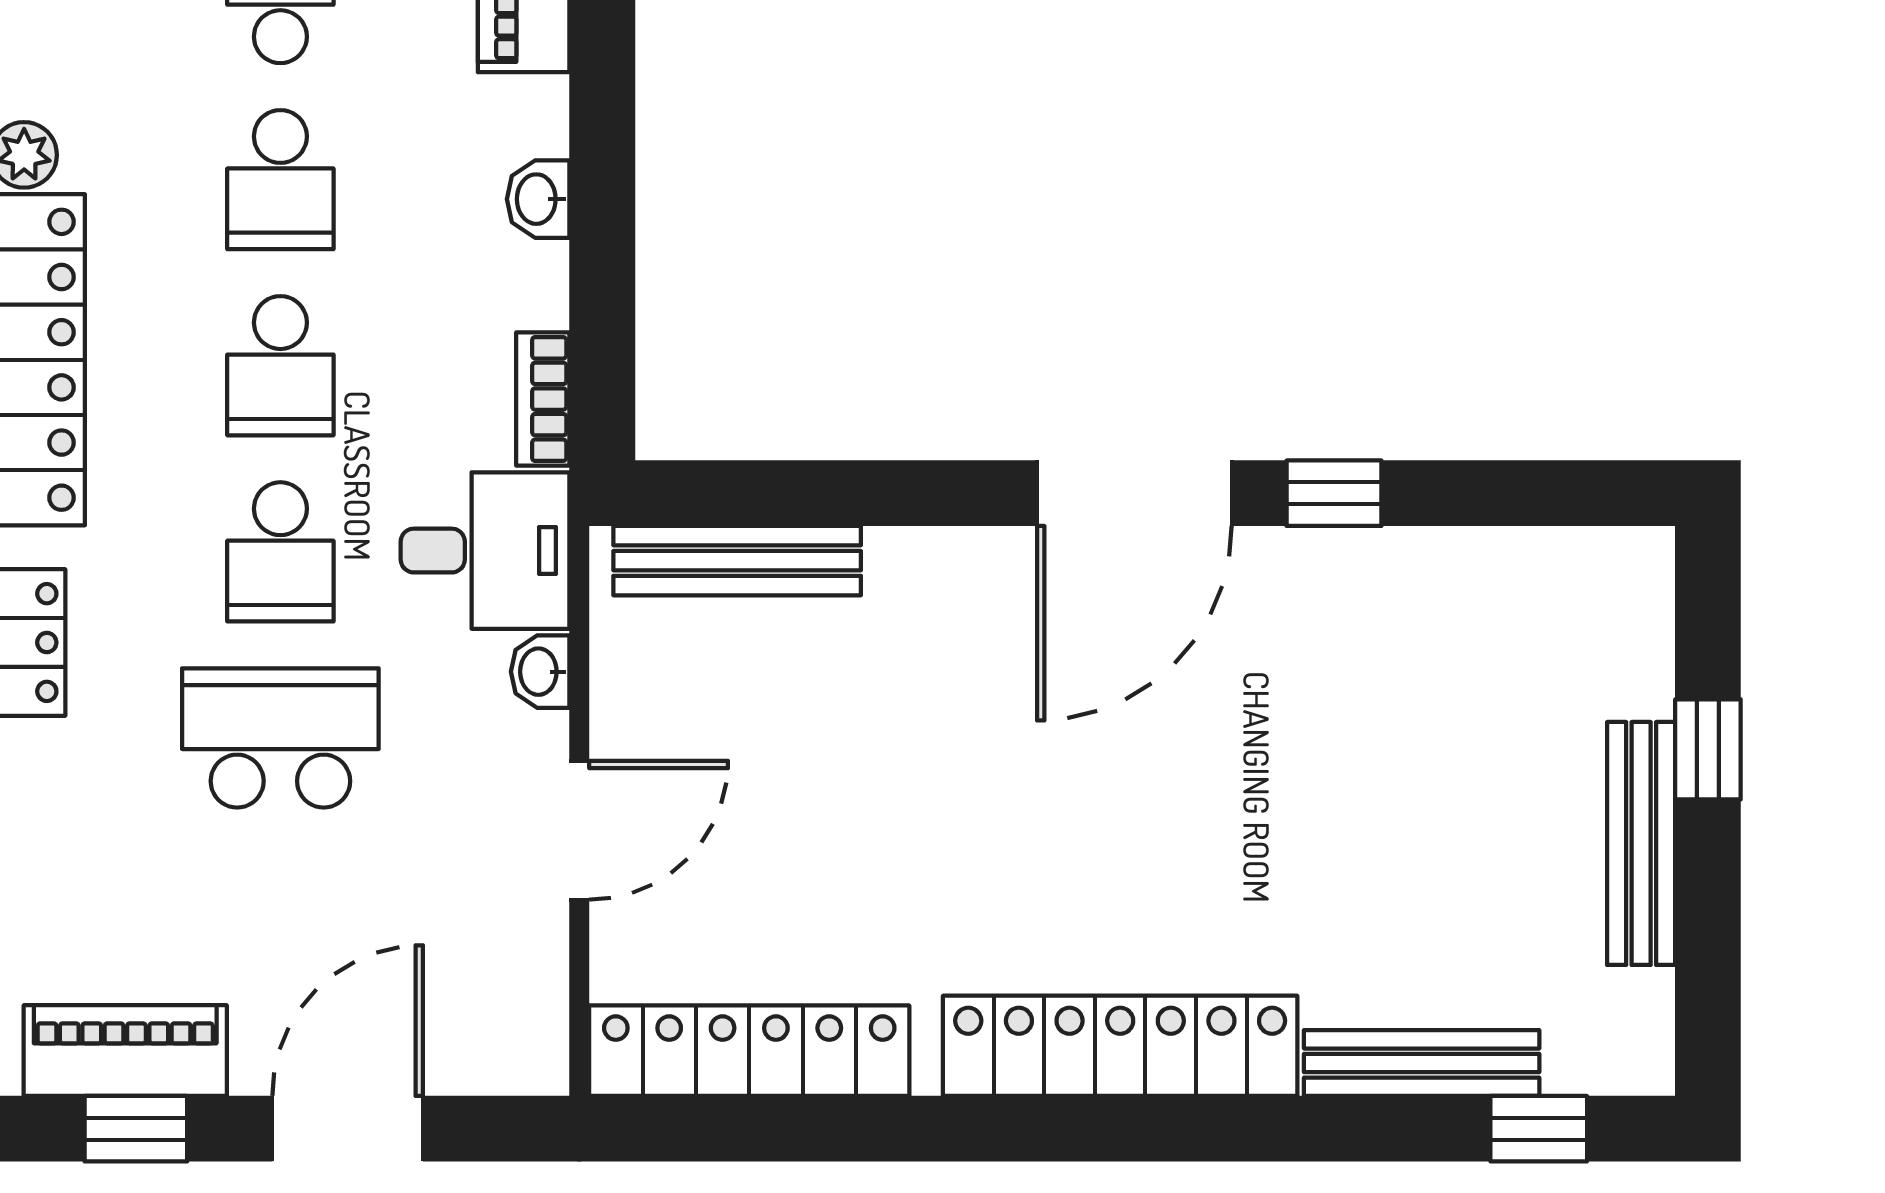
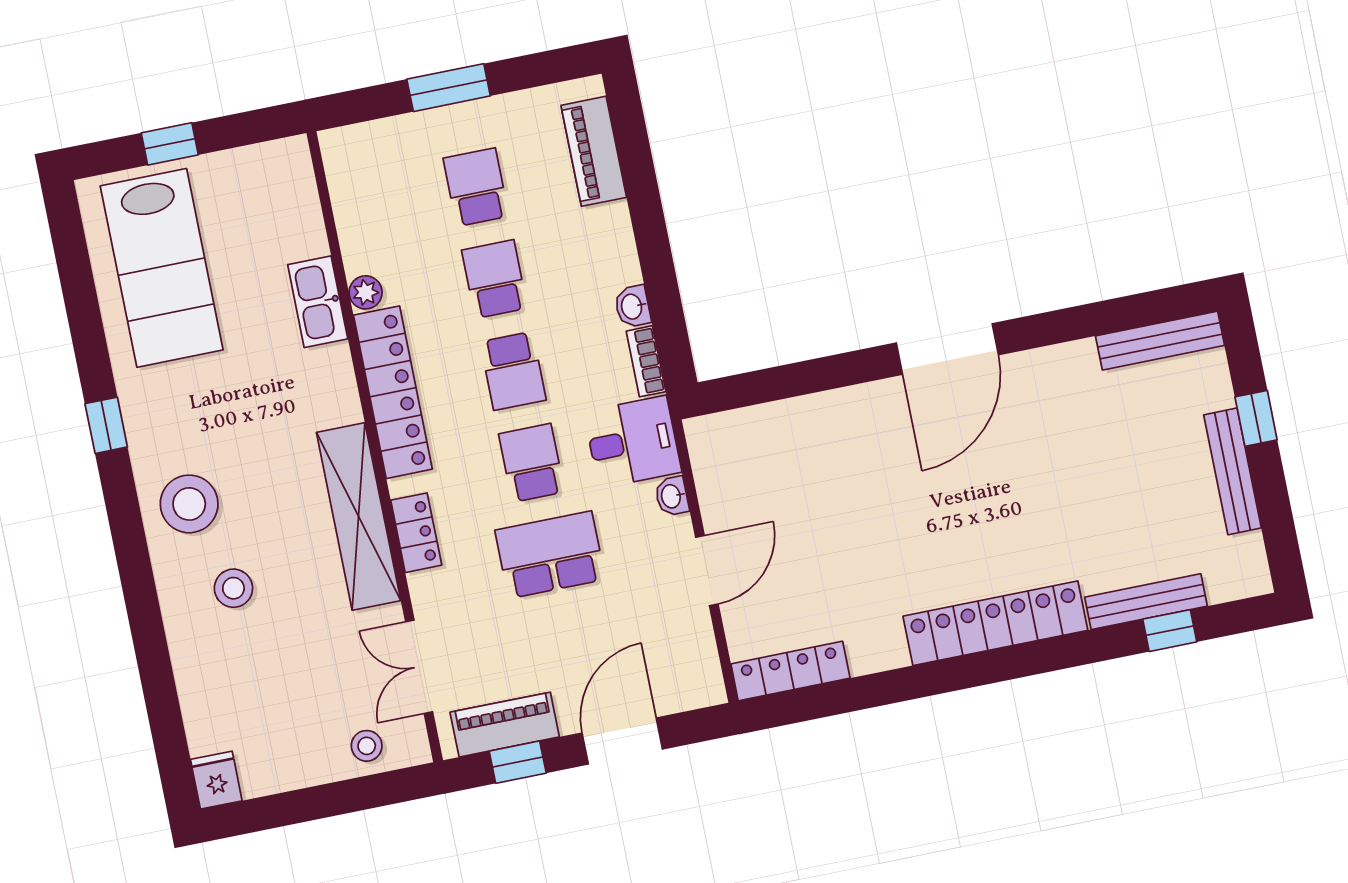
school desk: (280, 180) -> (495, 279), turned 180
washbasin: (538, 199) -> (633, 306), moved
window: (1334, 493) -> (1046, 329), removed
school desk: (280, 552) -> (532, 463), turned 180
bench: (737, 561) -> (1160, 341), moved
locker: (749, 1051) -> (790, 671), width x0.71, depth x0.83
window: (1539, 1129) -> (1170, 631), moved

